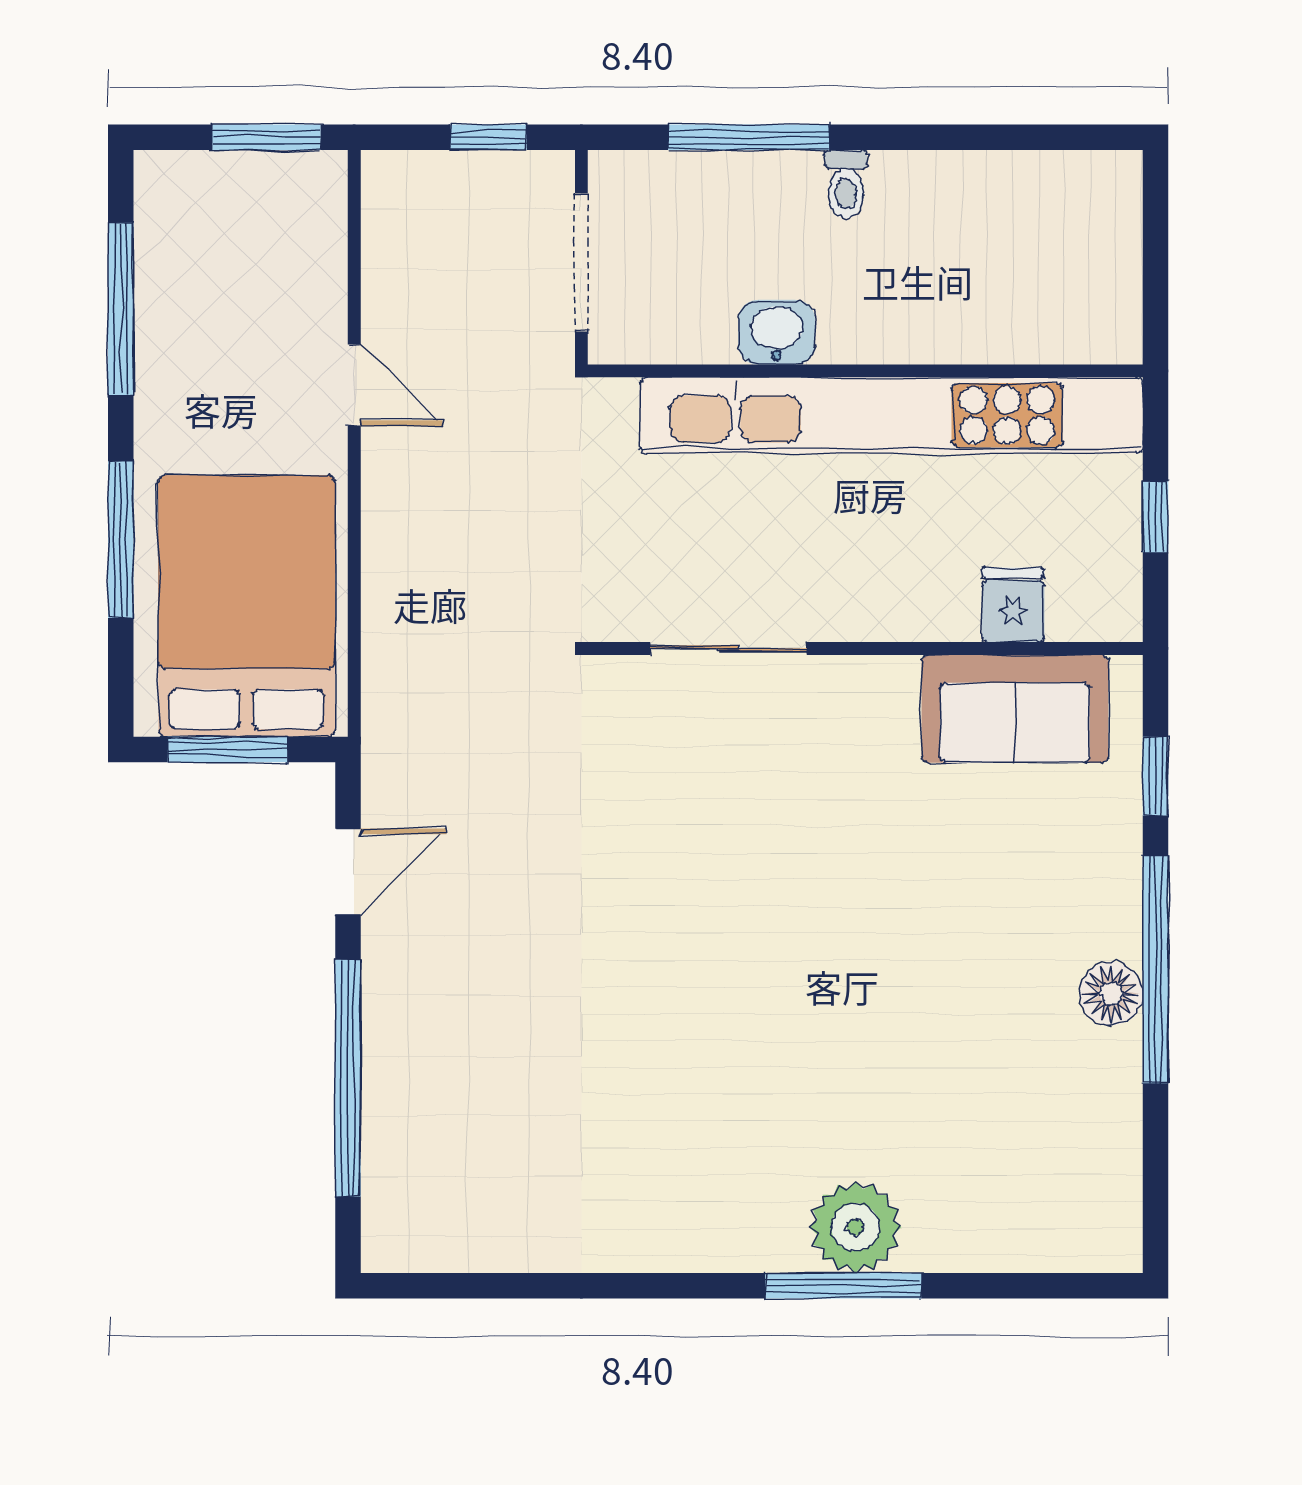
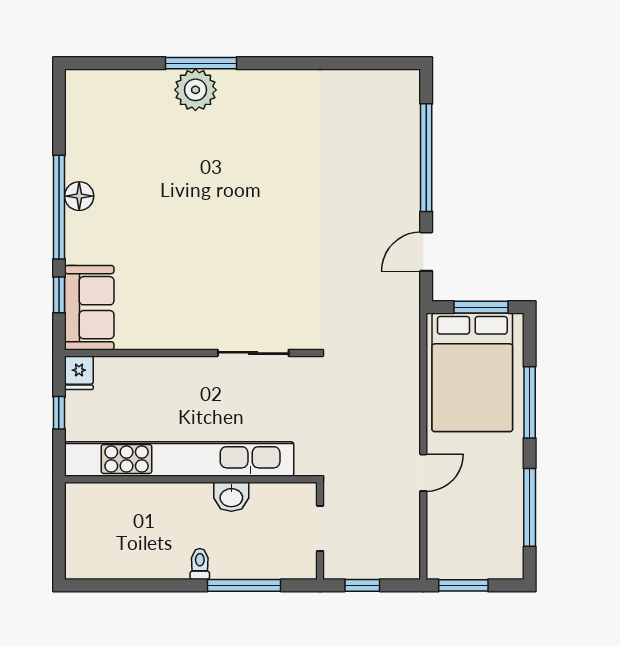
doorway: (581, 262) -> (320, 528), width x0.73
door: (354, 385) -> (423, 473), swing flipped
fridge: (1013, 605) -> (79, 373), moved
sofa: (1015, 709) -> (89, 308), moved, turned 90

